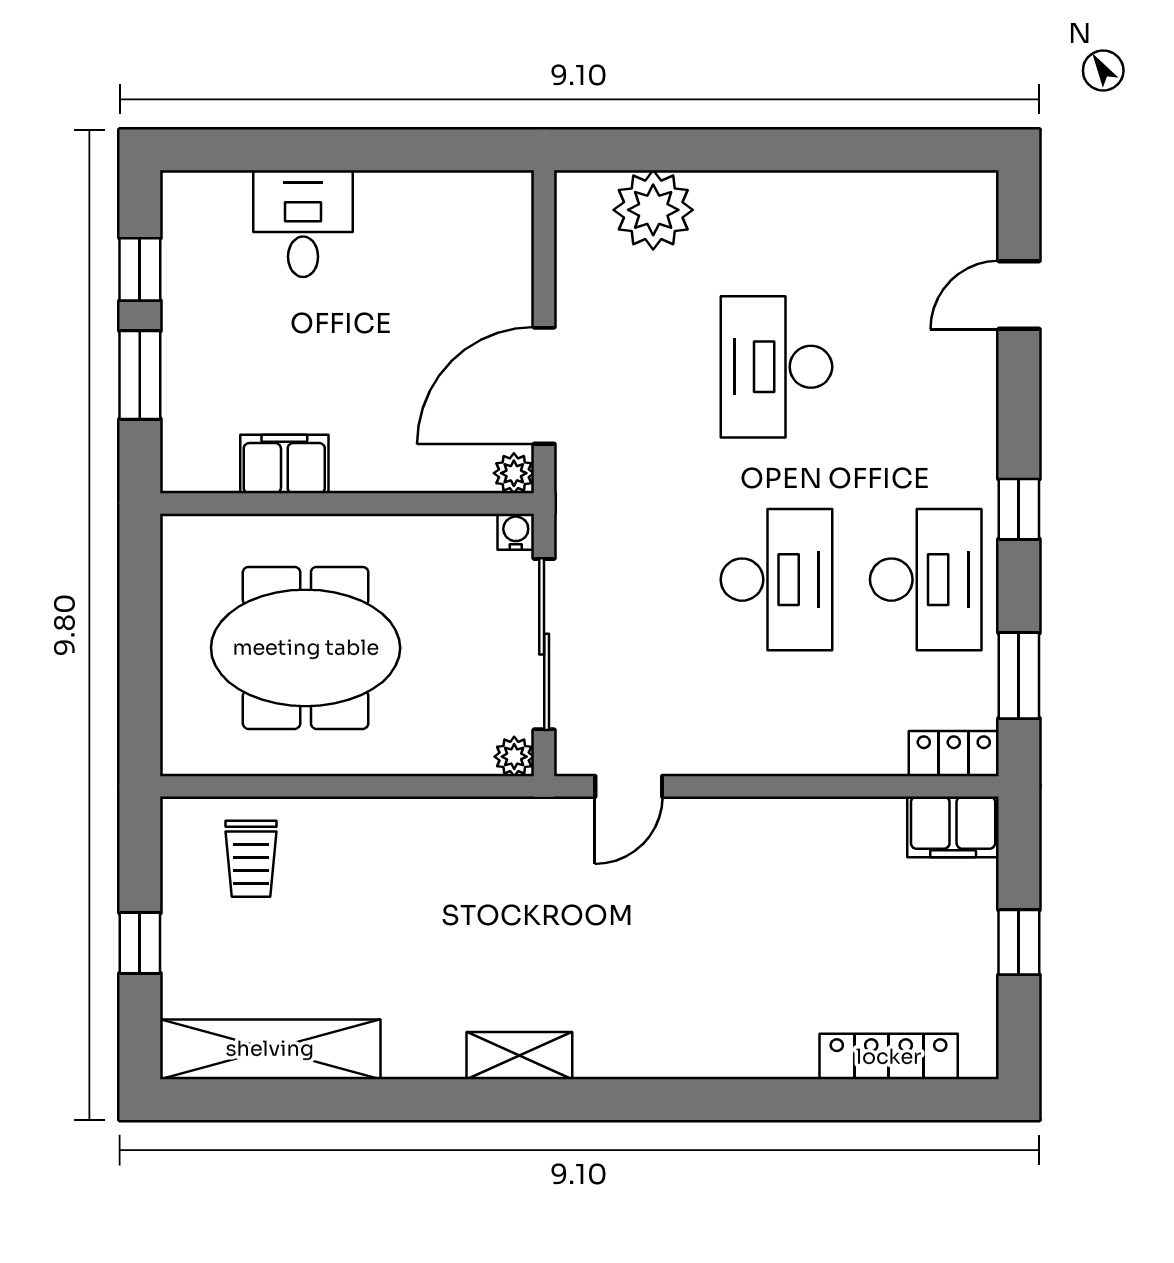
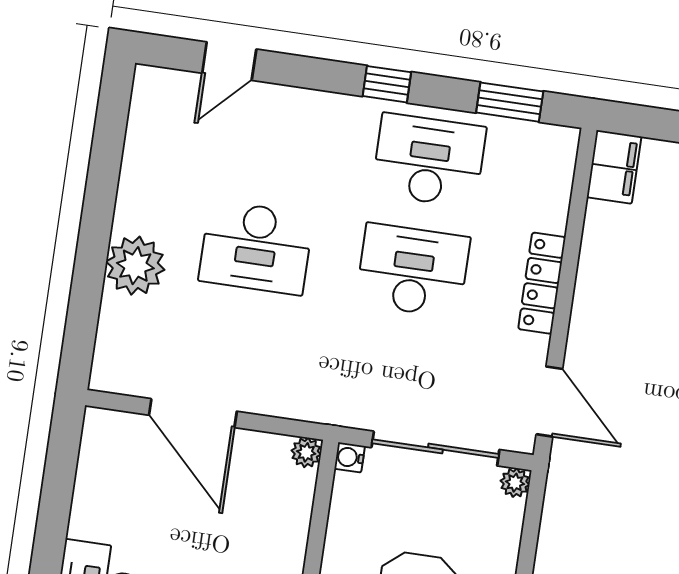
plant: (653, 210) -> (135, 266), moved
door: (1019, 295) -> (229, 61), hinge flipped
door: (544, 386) -> (193, 413), moved
locker: (954, 754) -> (542, 283), moved, width x1.53
door: (629, 786) -> (549, 401), width x1.38

